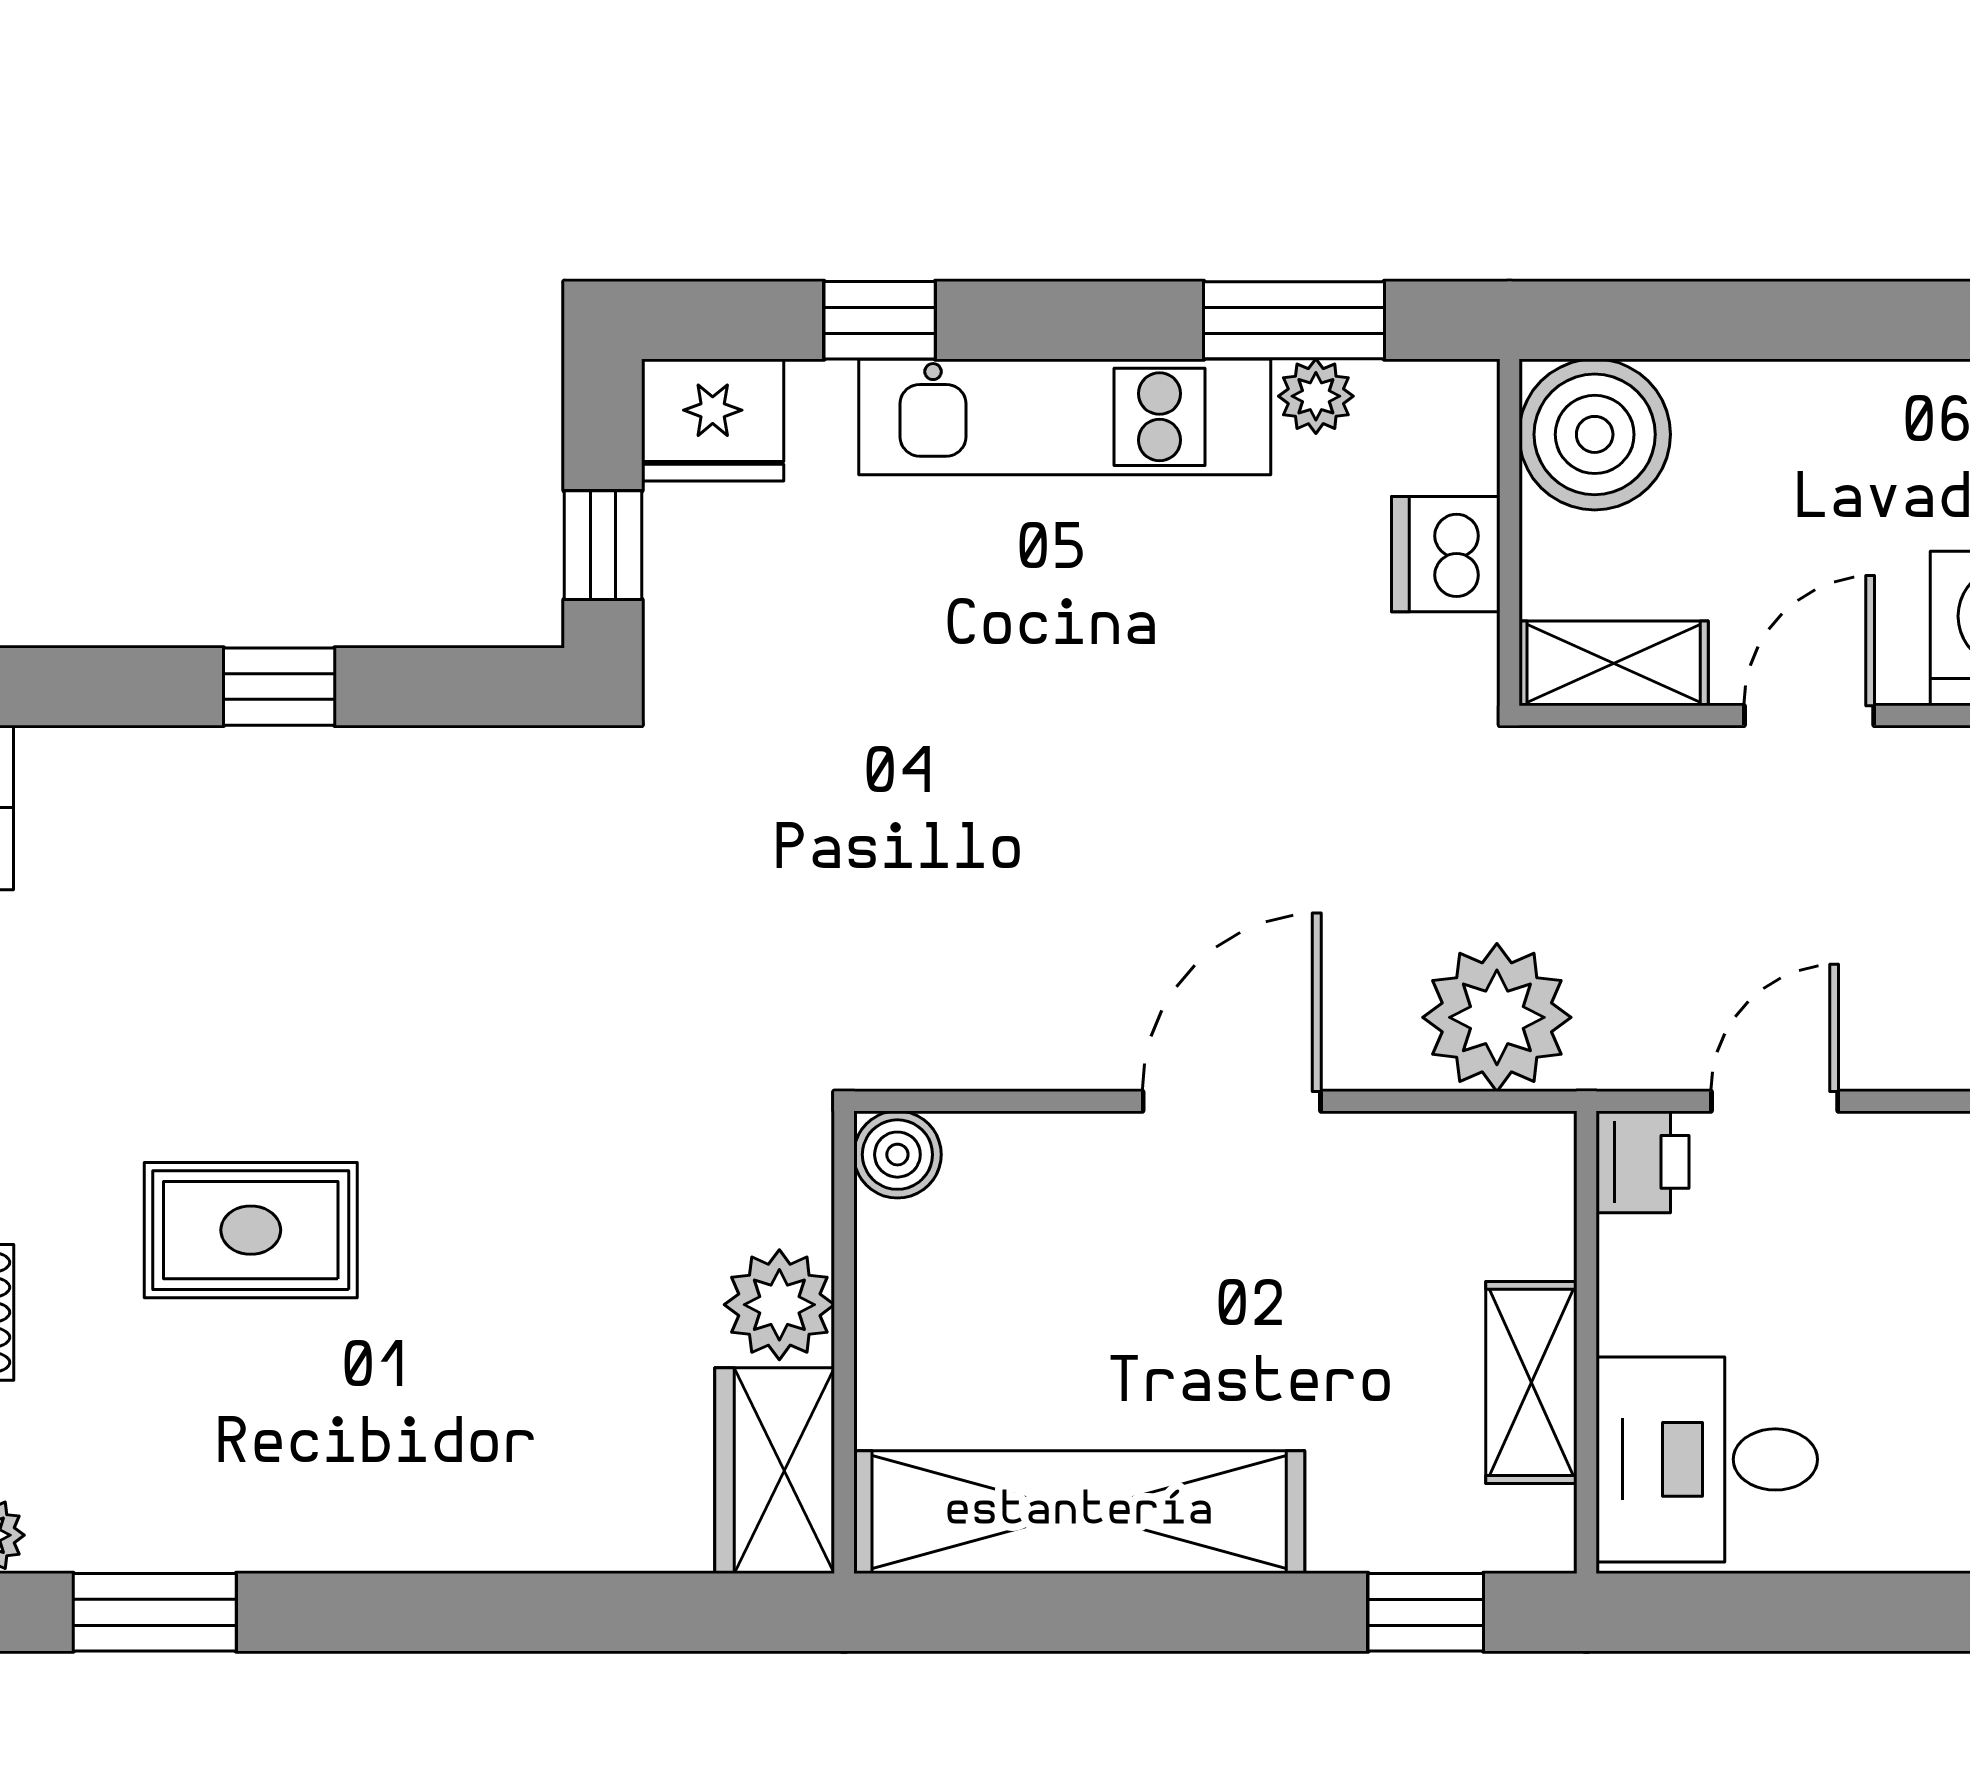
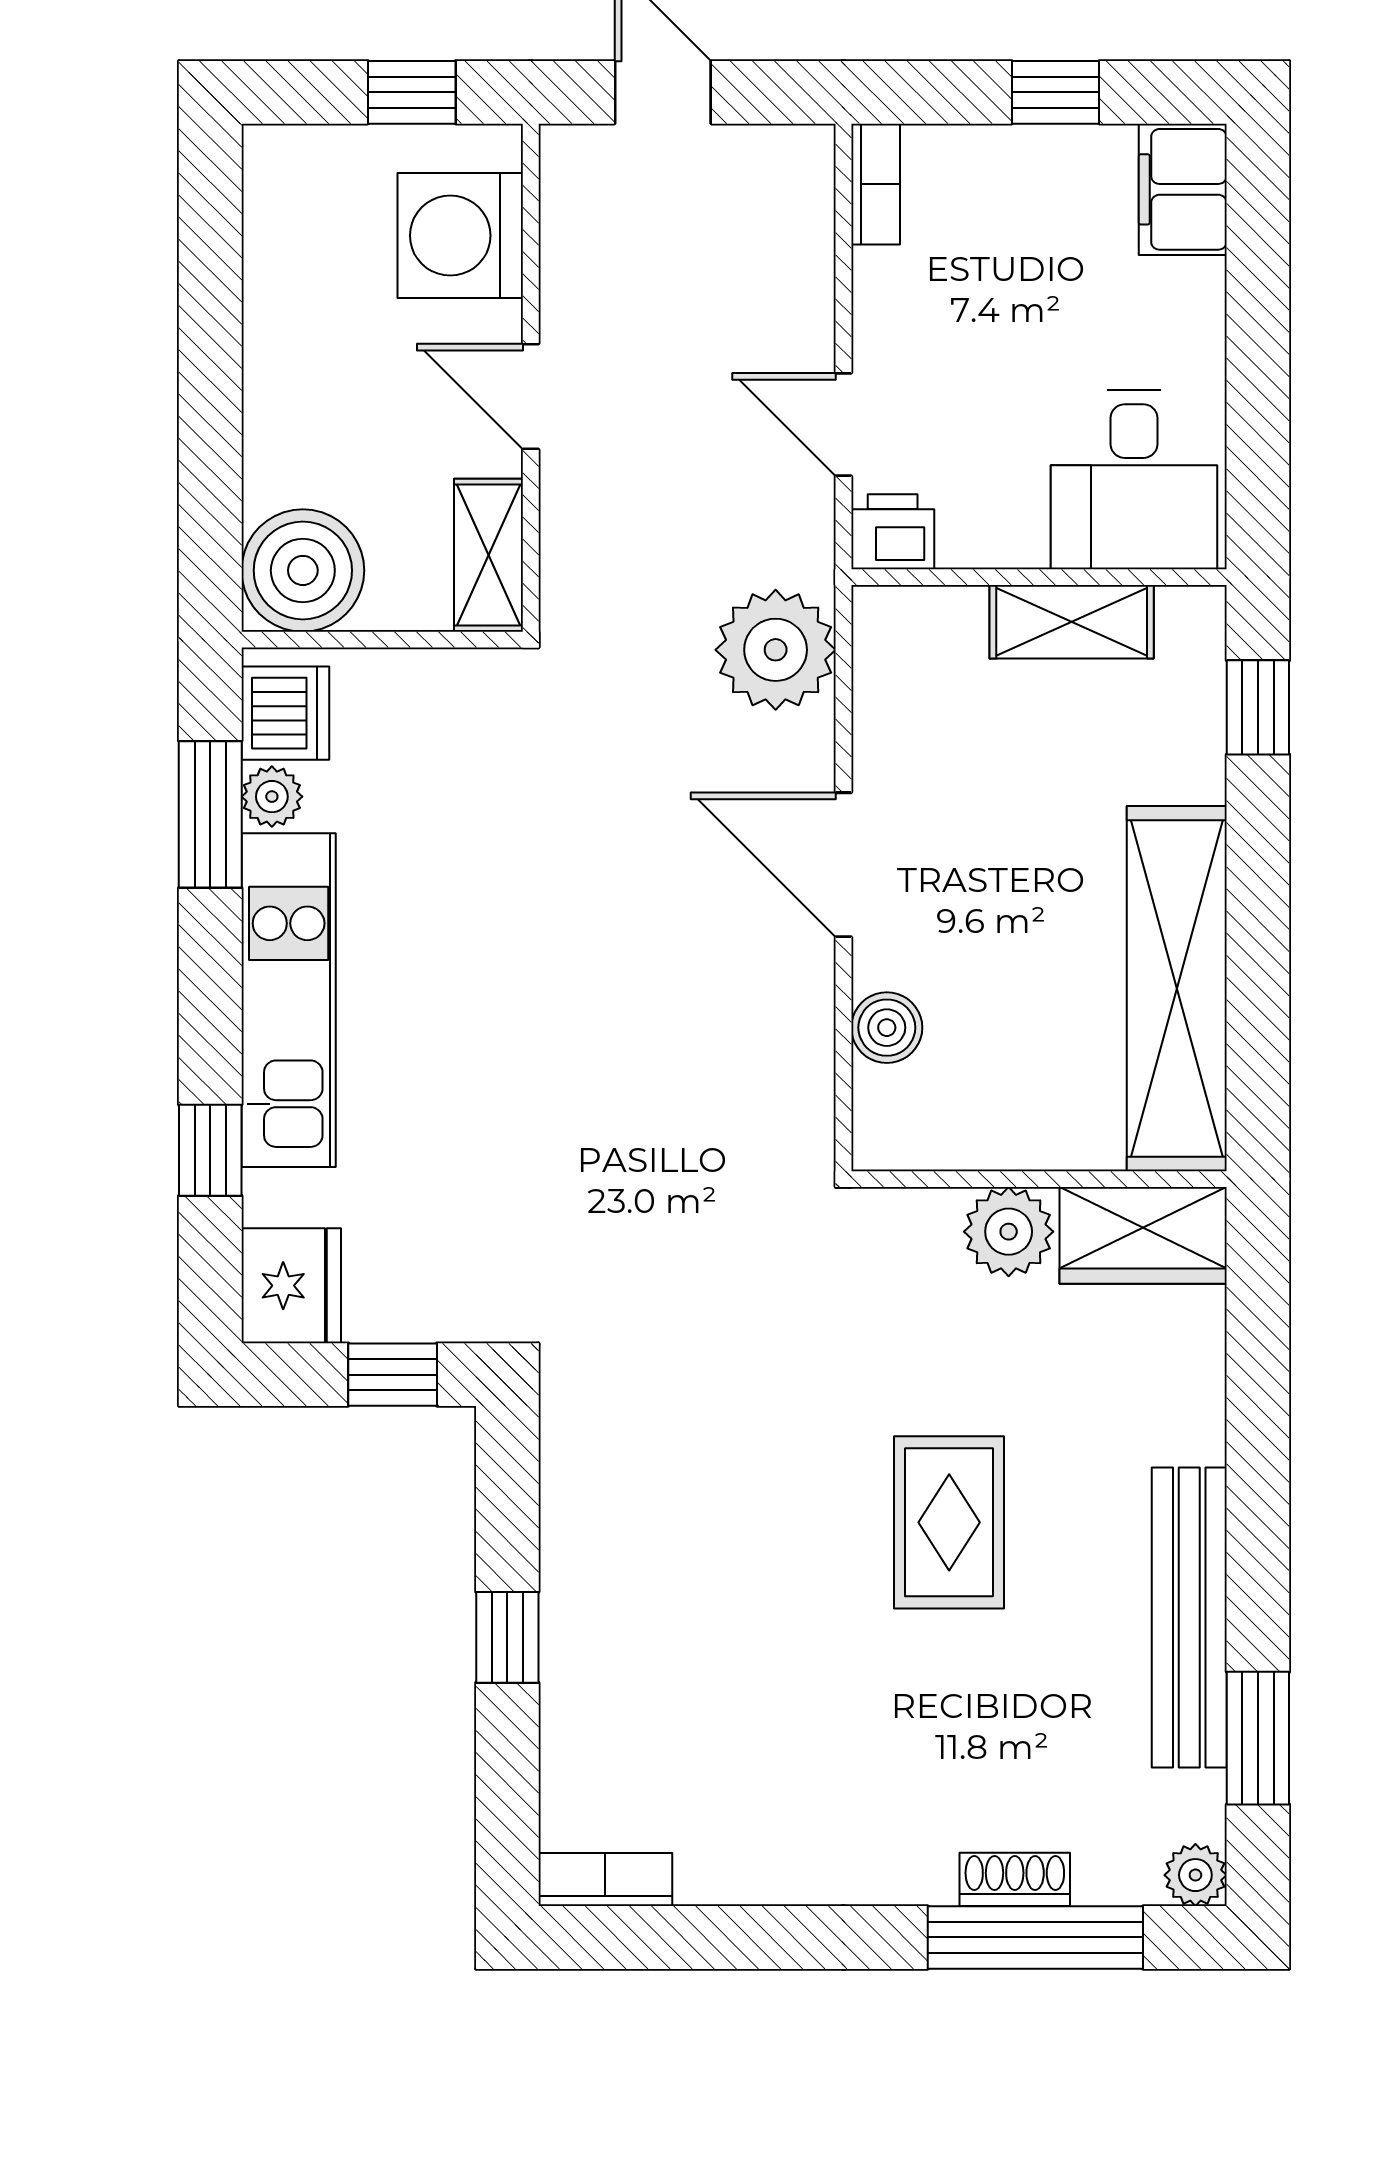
dishwasher: (1446, 554) -> (285, 713), moved, turned -90
boiler: (897, 1155) -> (887, 1028), moved
rug: (251, 1230) -> (949, 1522), moved
bench: (304, 1528) -> (1189, 1617), added

